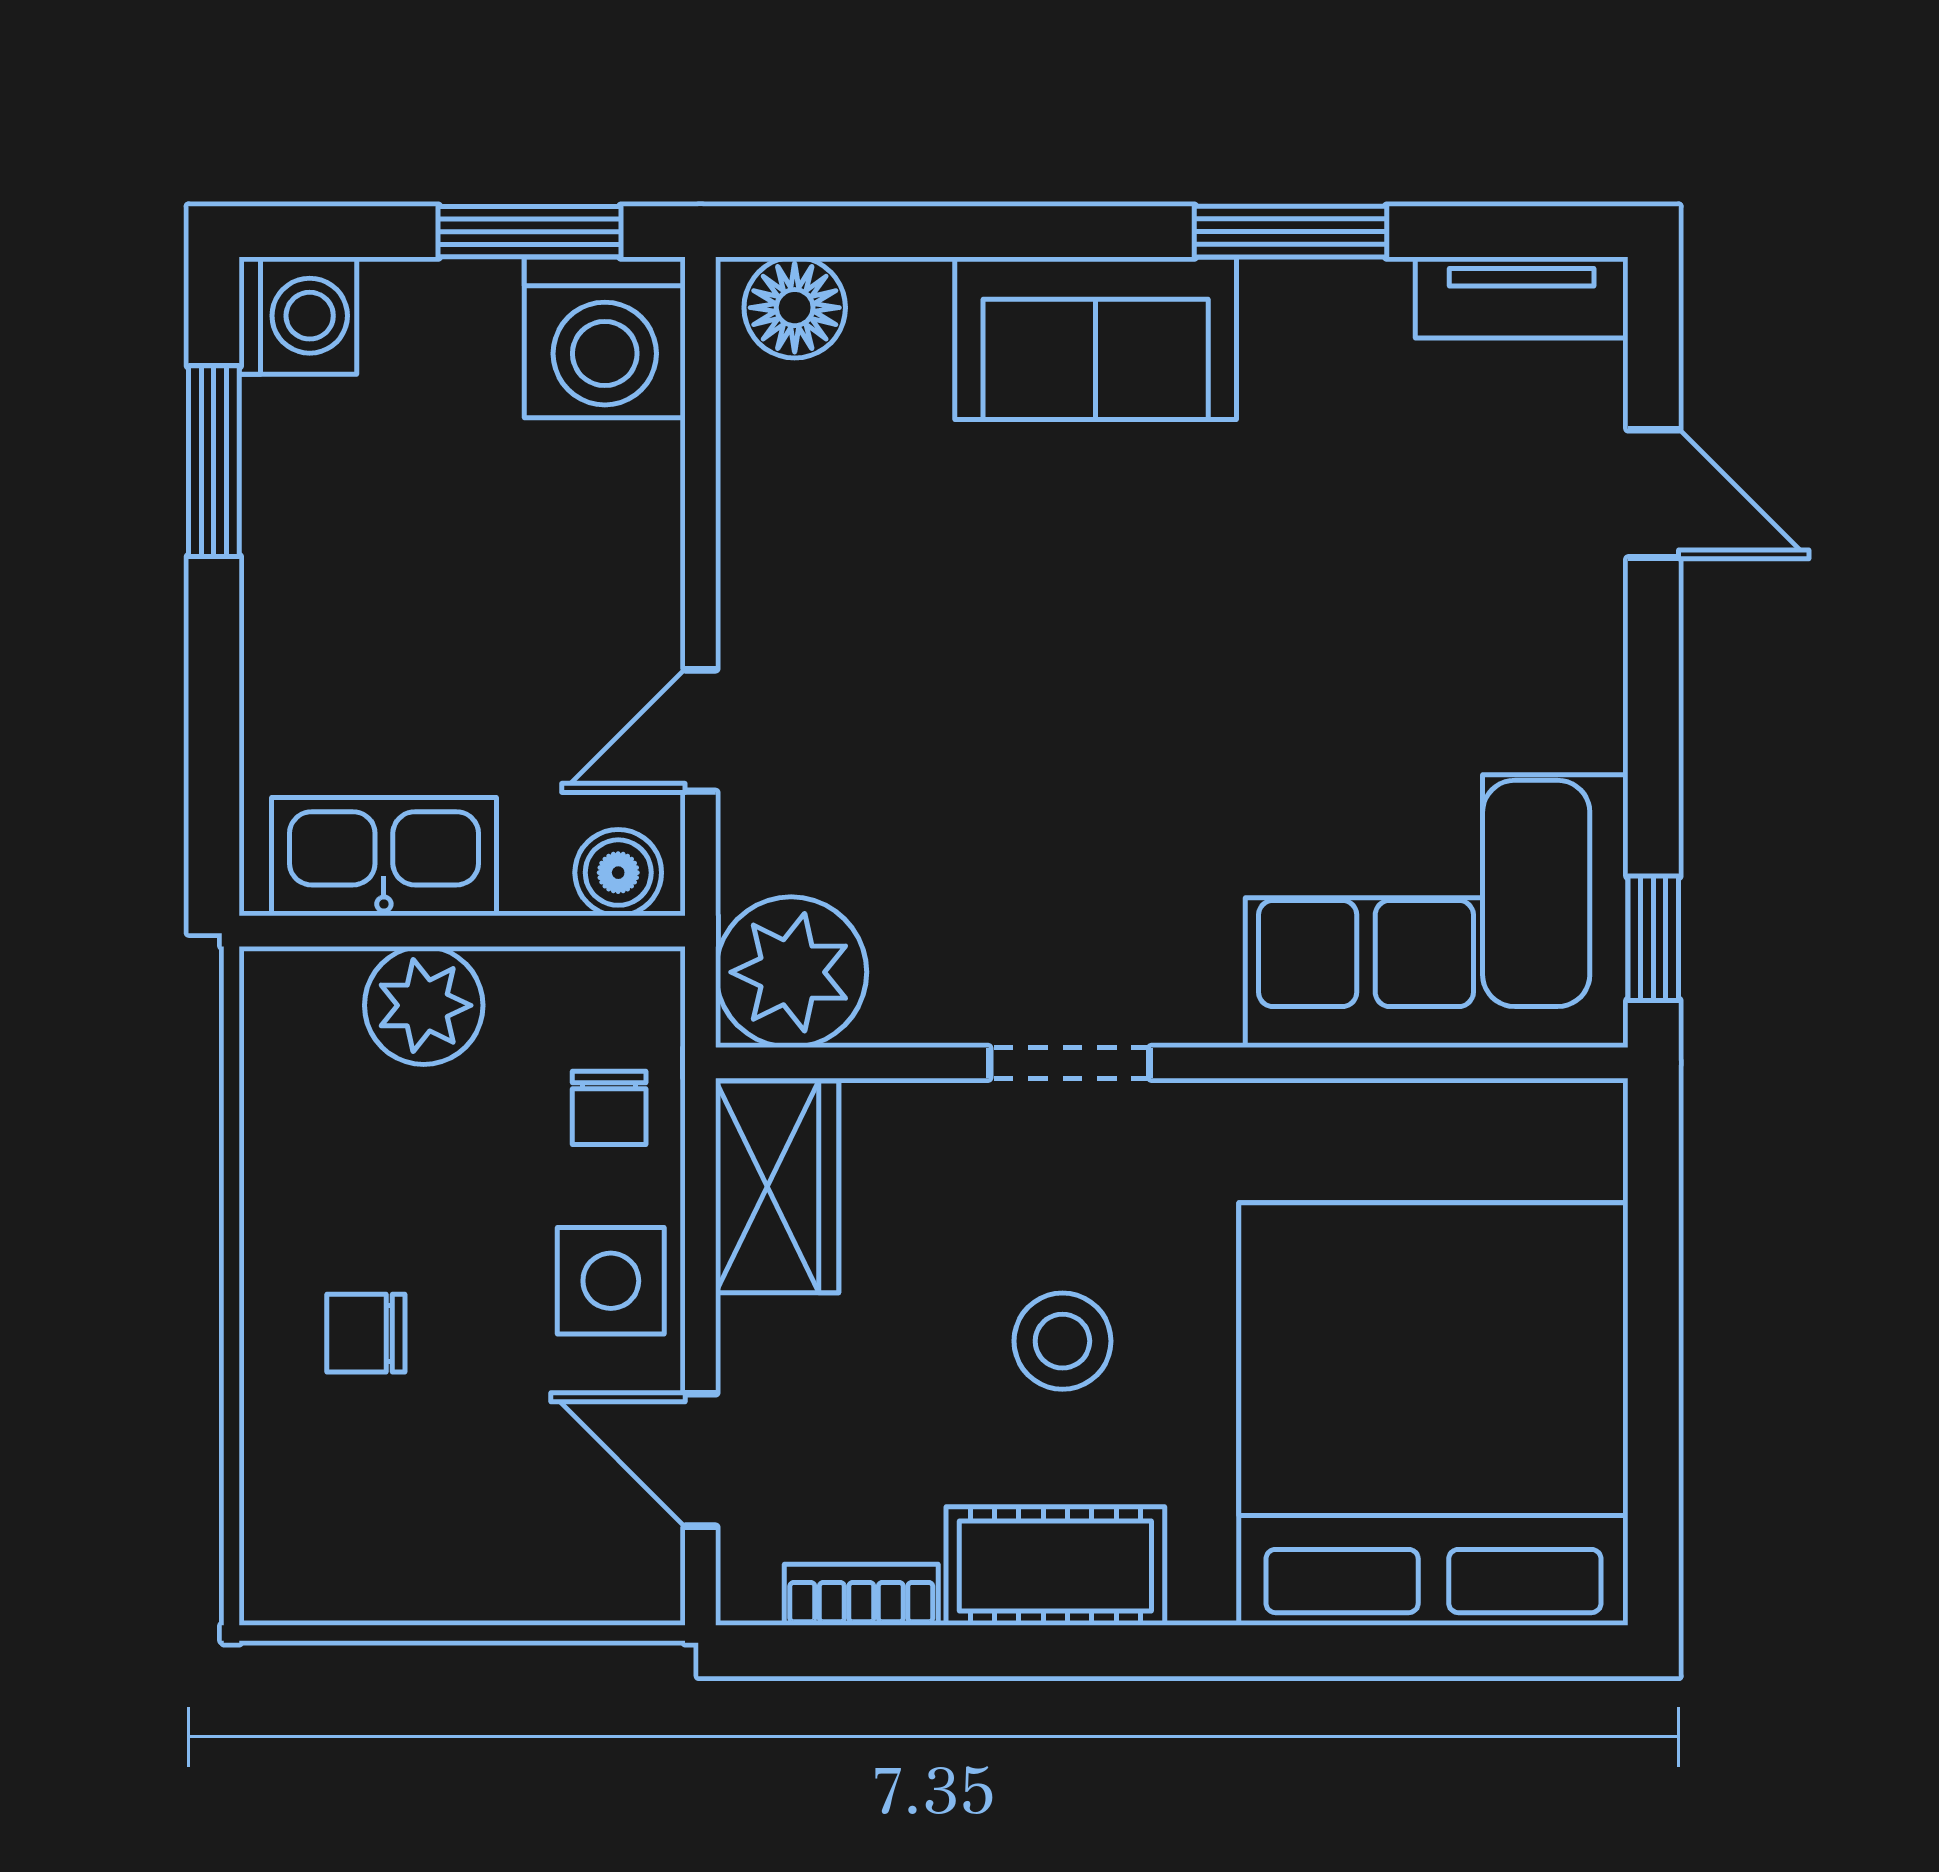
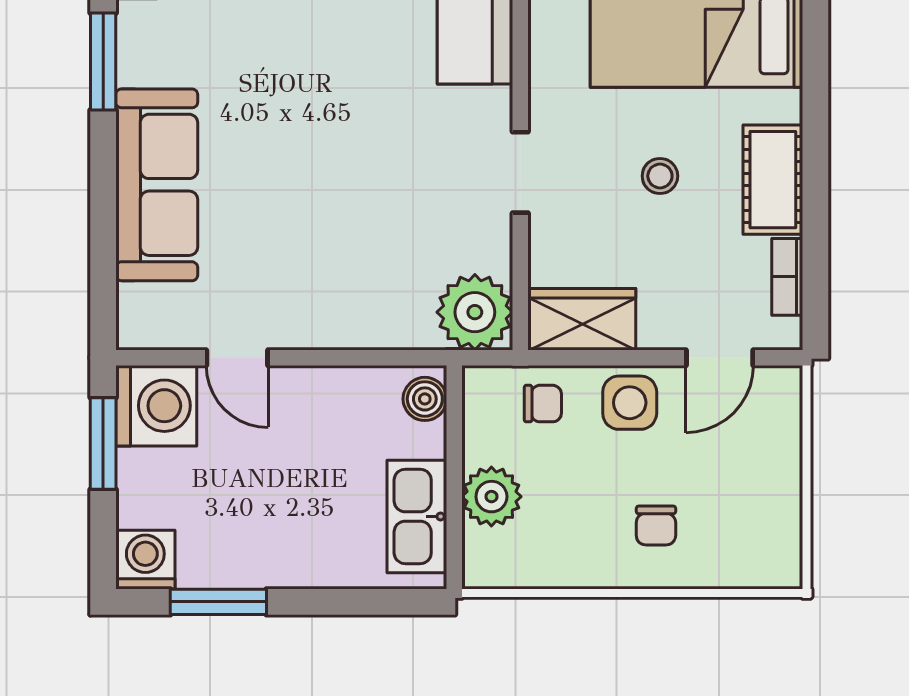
floor lamp: (795, 308) -> (141, 310), removed
sofa: (1096, 338) -> (157, 185), width x1.36
door: (700, 731) -> (237, 358), moved
stool: (1062, 1341) -> (660, 176), width x0.73, depth x0.73

